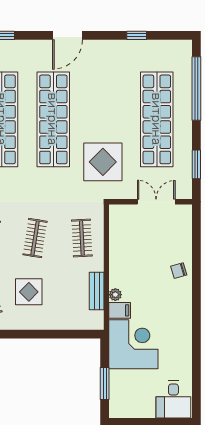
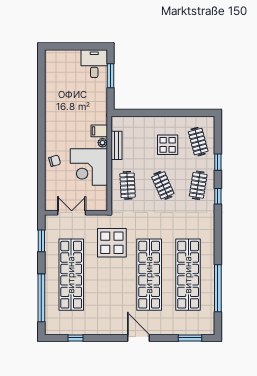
door: (67, 35) -> (138, 338), hinge flipped
window: (137, 35) -> (76, 338), moved
double door: (156, 202) -> (72, 213), swing flipped
clothes rail: (35, 238) -> (163, 185), turned -33
corner desk: (133, 344) -> (89, 167), moved
desk: (173, 400) -> (94, 64), moved

